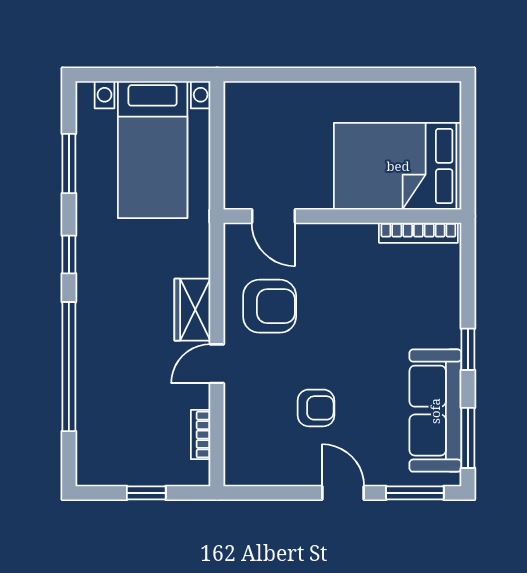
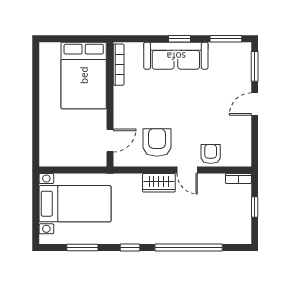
armchair: (316, 408) -> (211, 154), moved
sofa: (435, 411) -> (176, 56), moved
bookcase: (201, 435) -> (238, 179), moved

